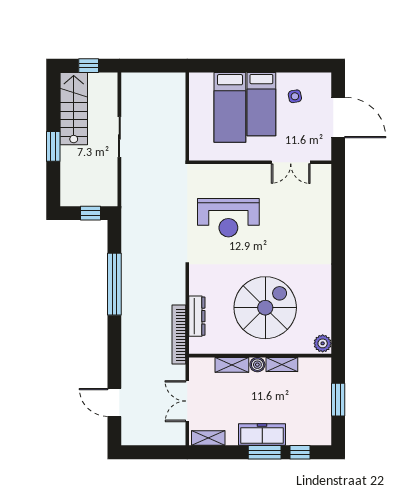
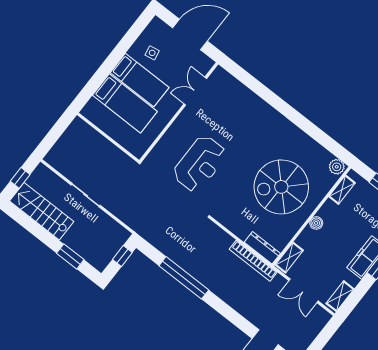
window: (53, 146) -> (70, 256), moved
double door: (291, 162) -> (195, 91), swing flipped
spiral stairs: (265, 308) -> (281, 187), turned -90
dresser: (197, 316) -> (262, 248), moved
shelving: (282, 364) -> (342, 190), moved
shelving: (232, 365) -> (289, 258), moved

